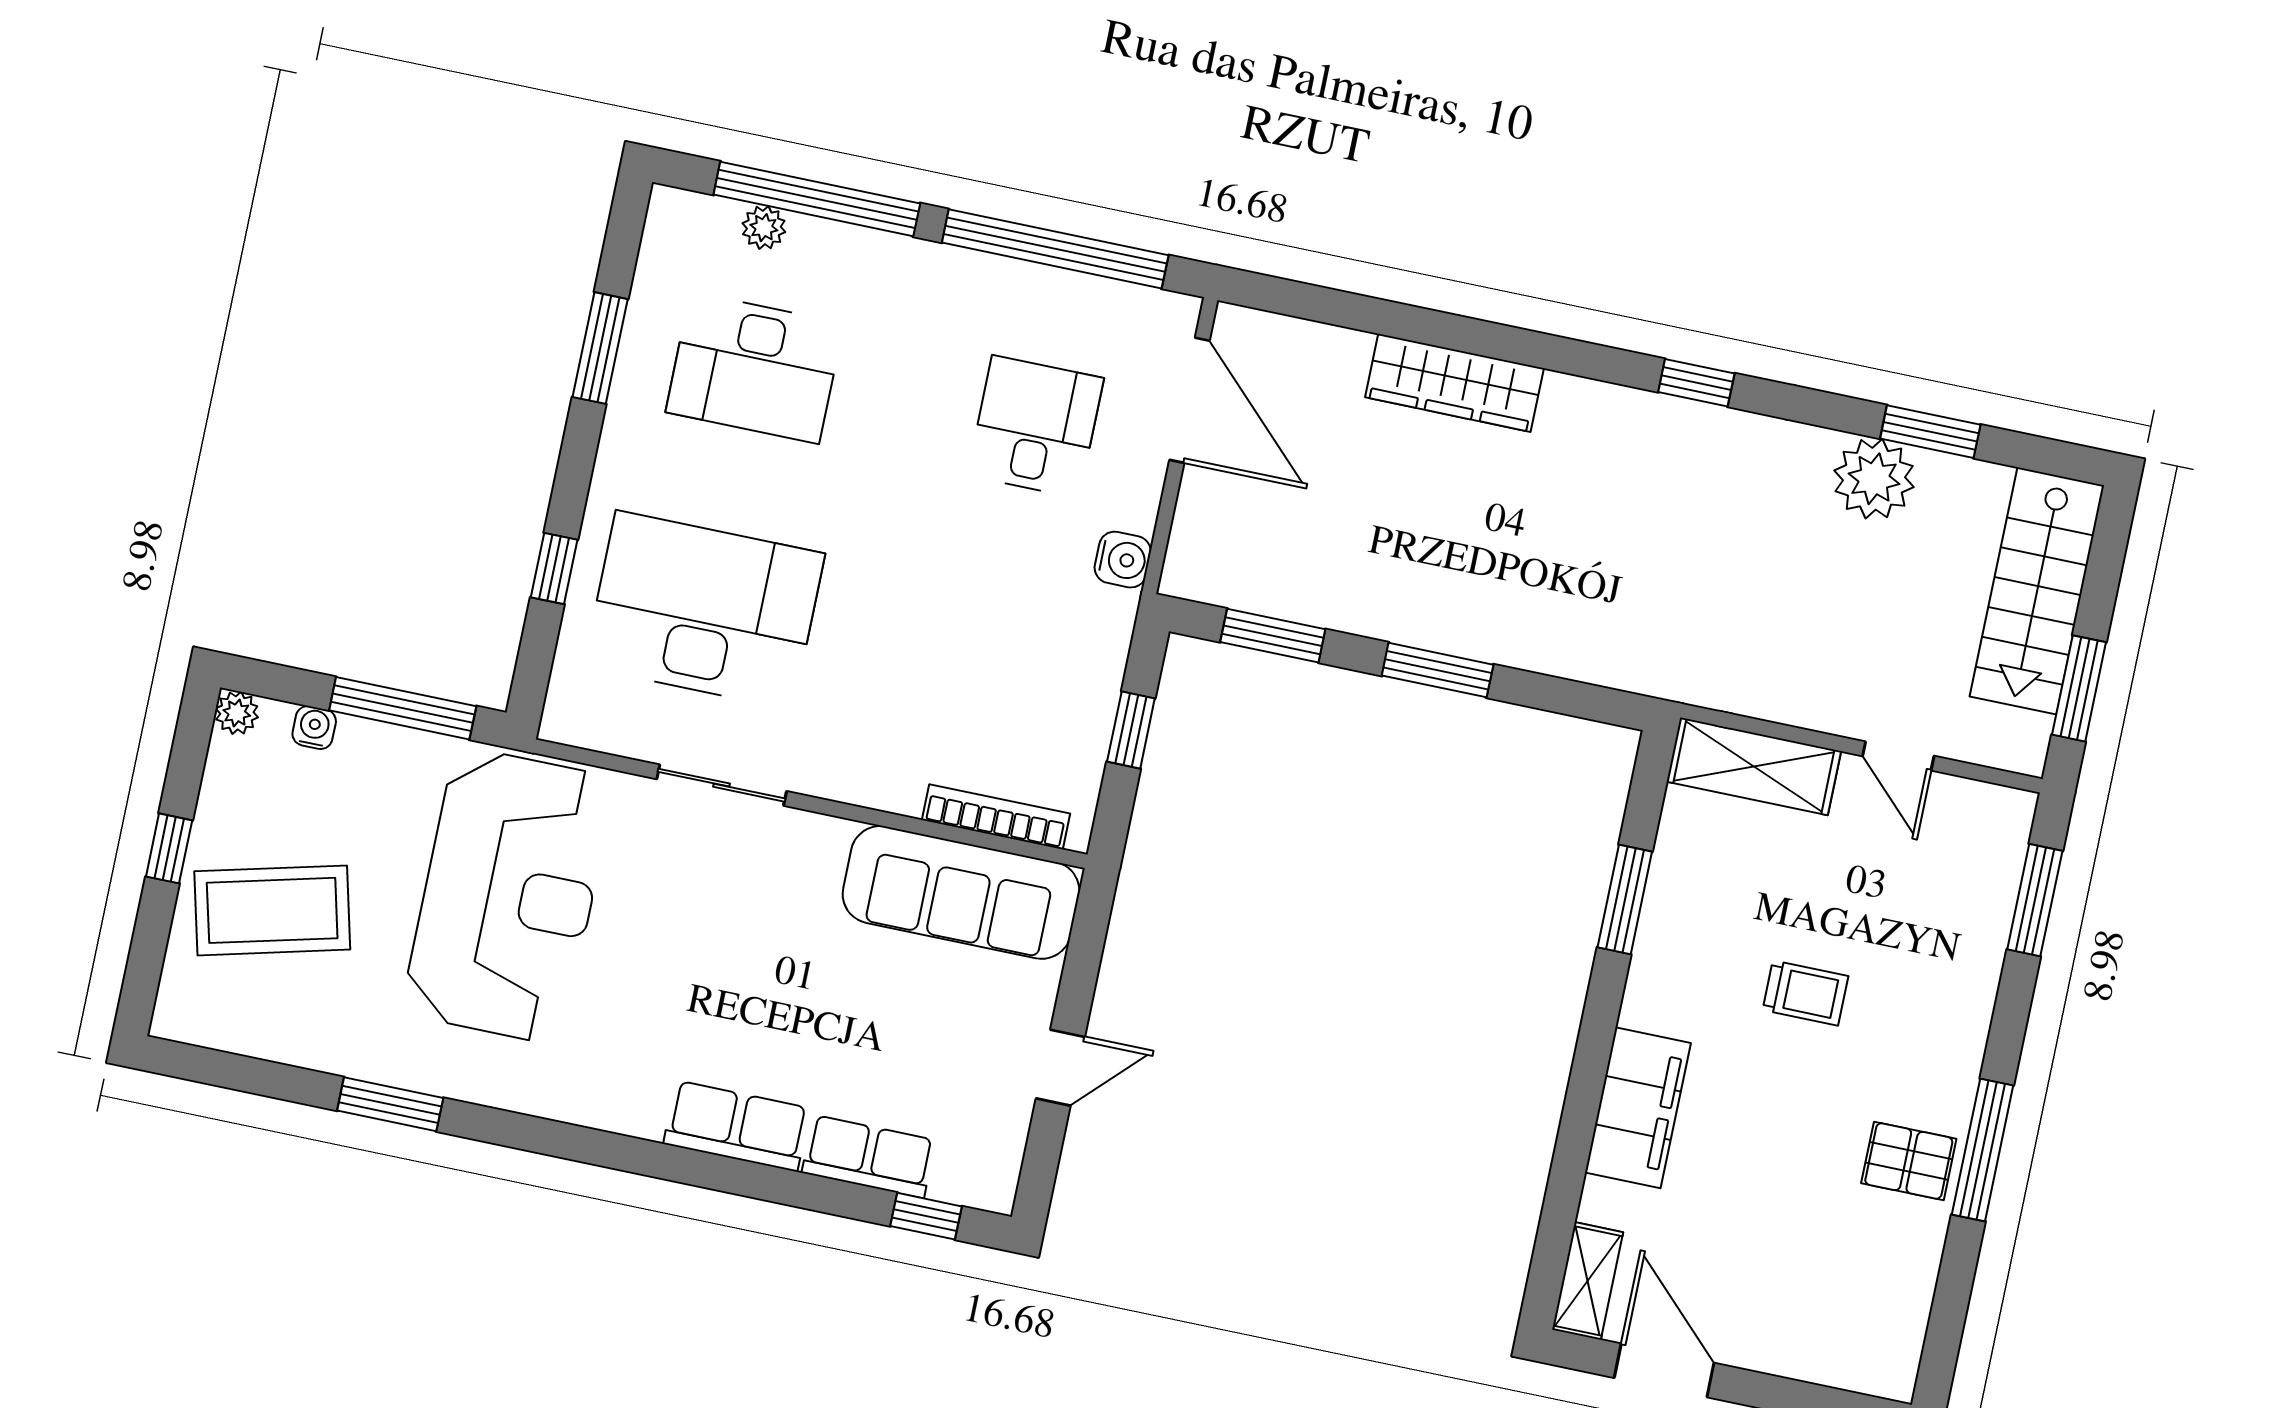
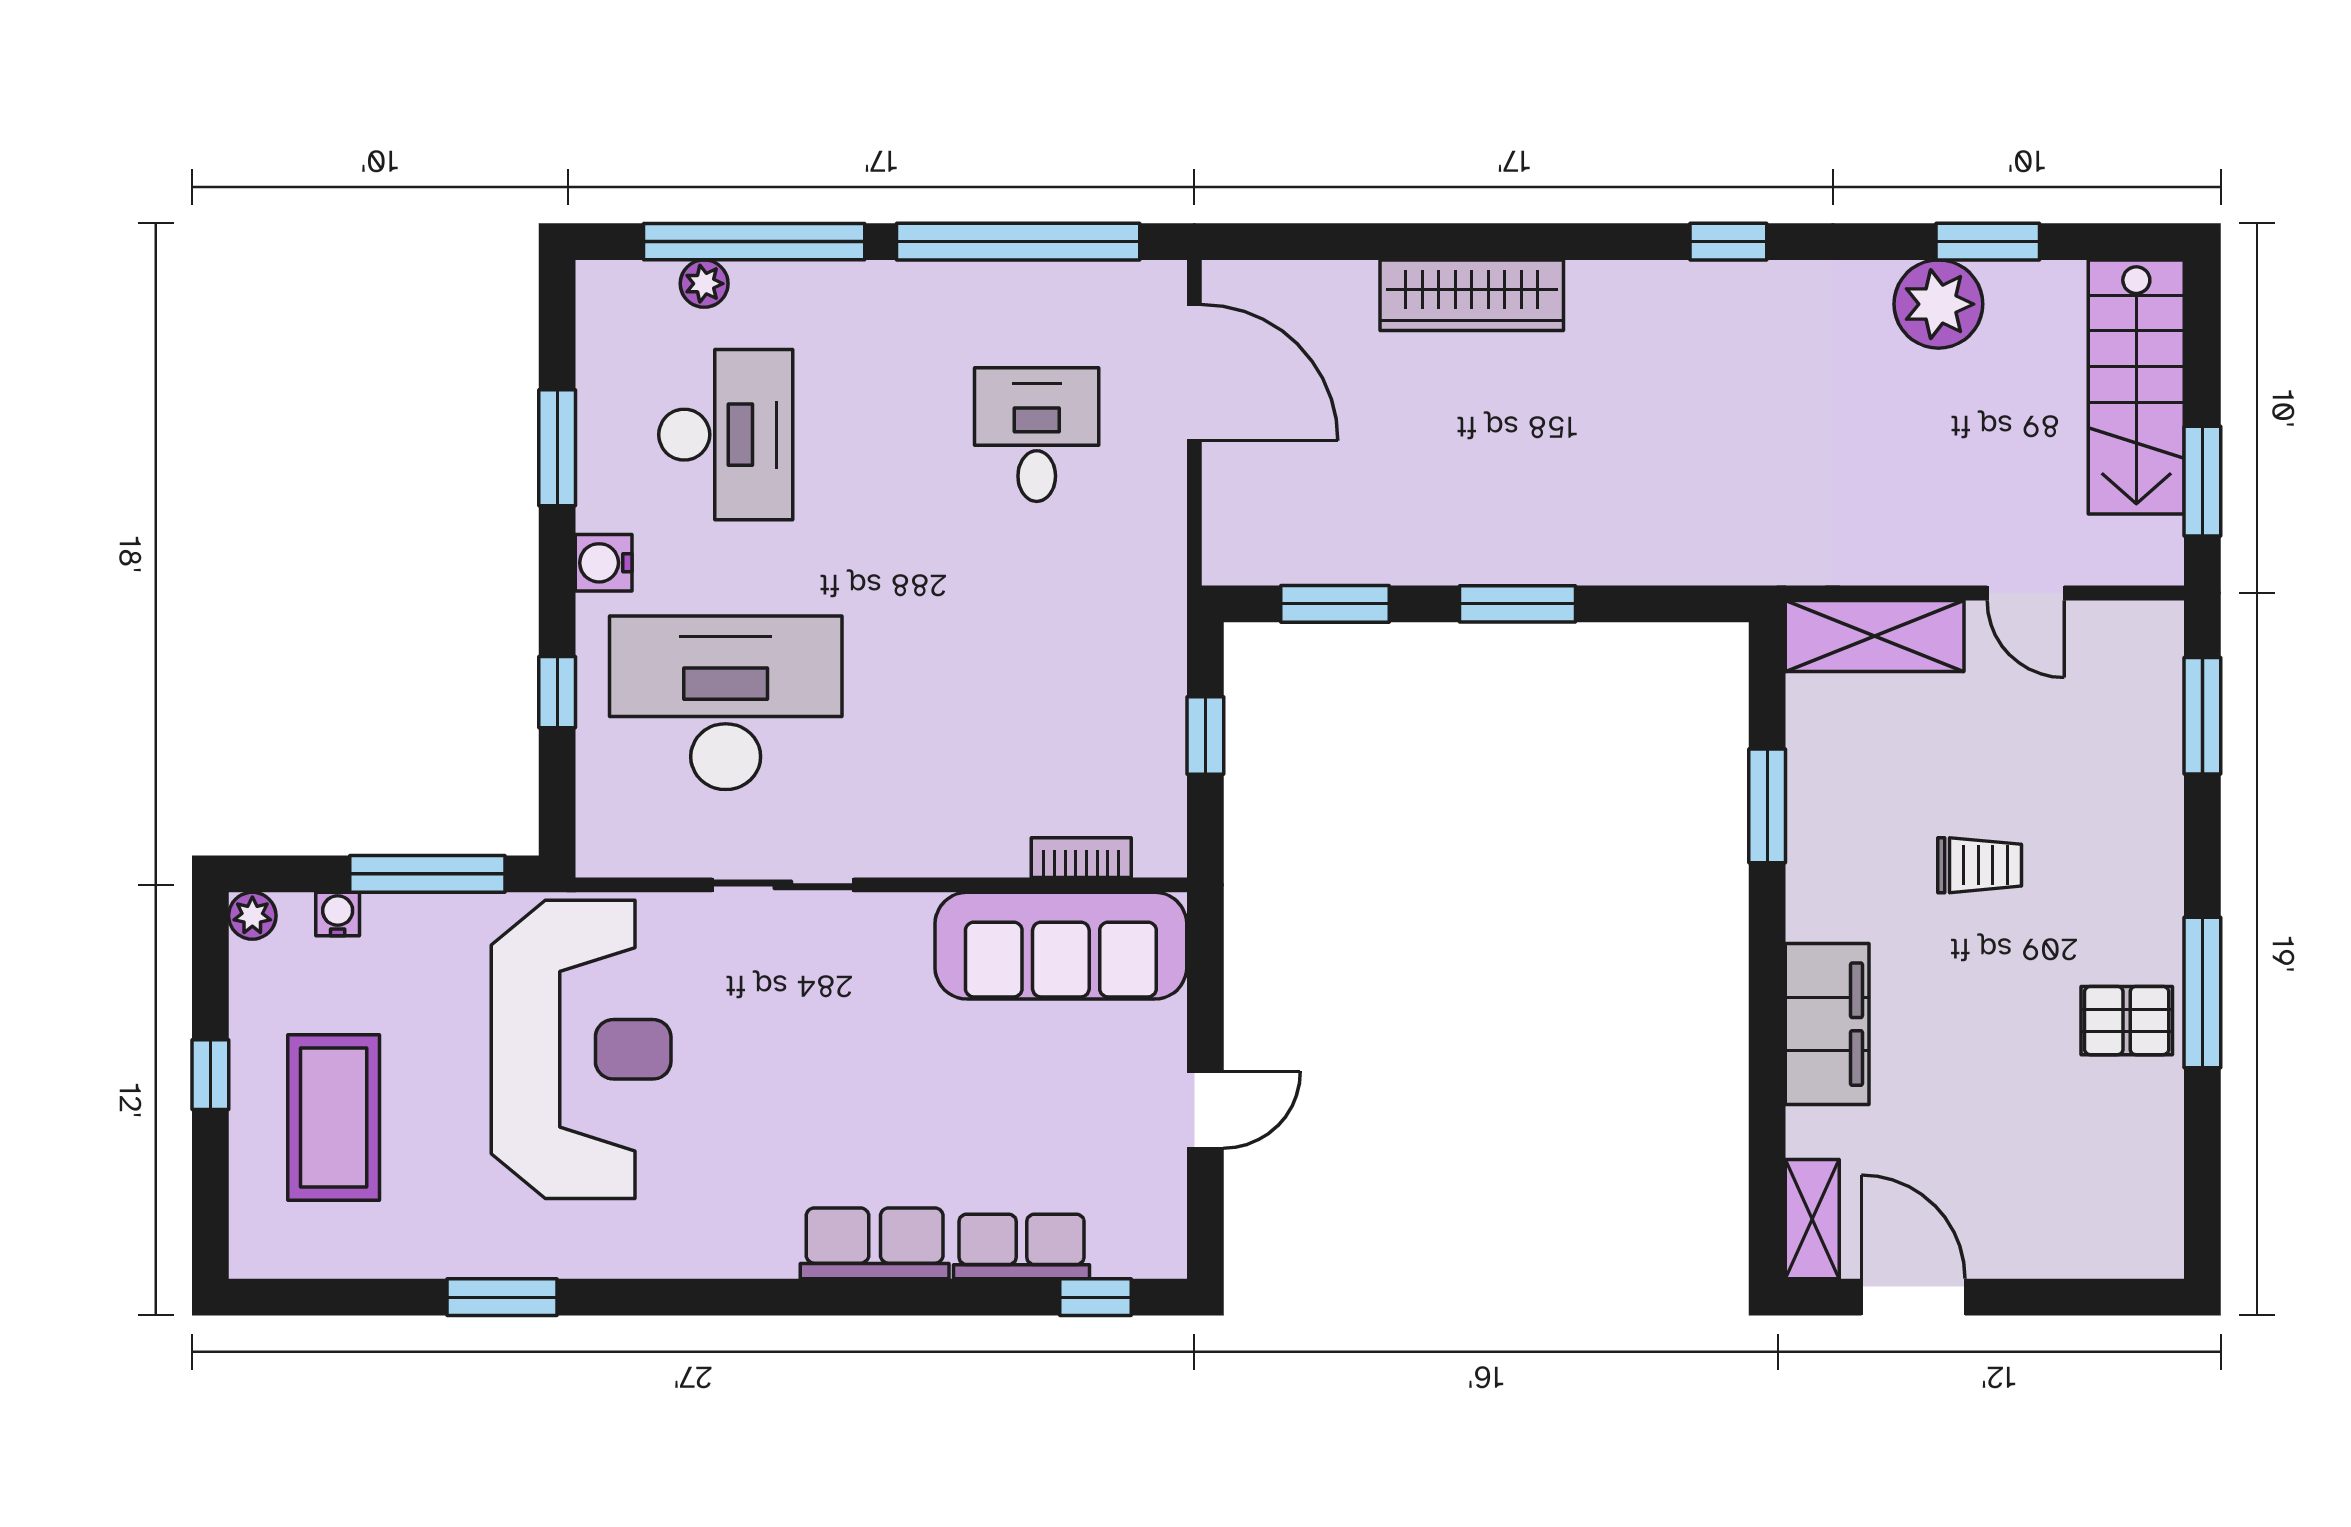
desk: (755, 368) -> (726, 435), turned -90
water cooler: (1123, 560) -> (604, 563), moved, turned 180
bookcase: (996, 817) -> (1081, 858), width x0.64
coffee table: (272, 910) -> (334, 1118), turned -76

